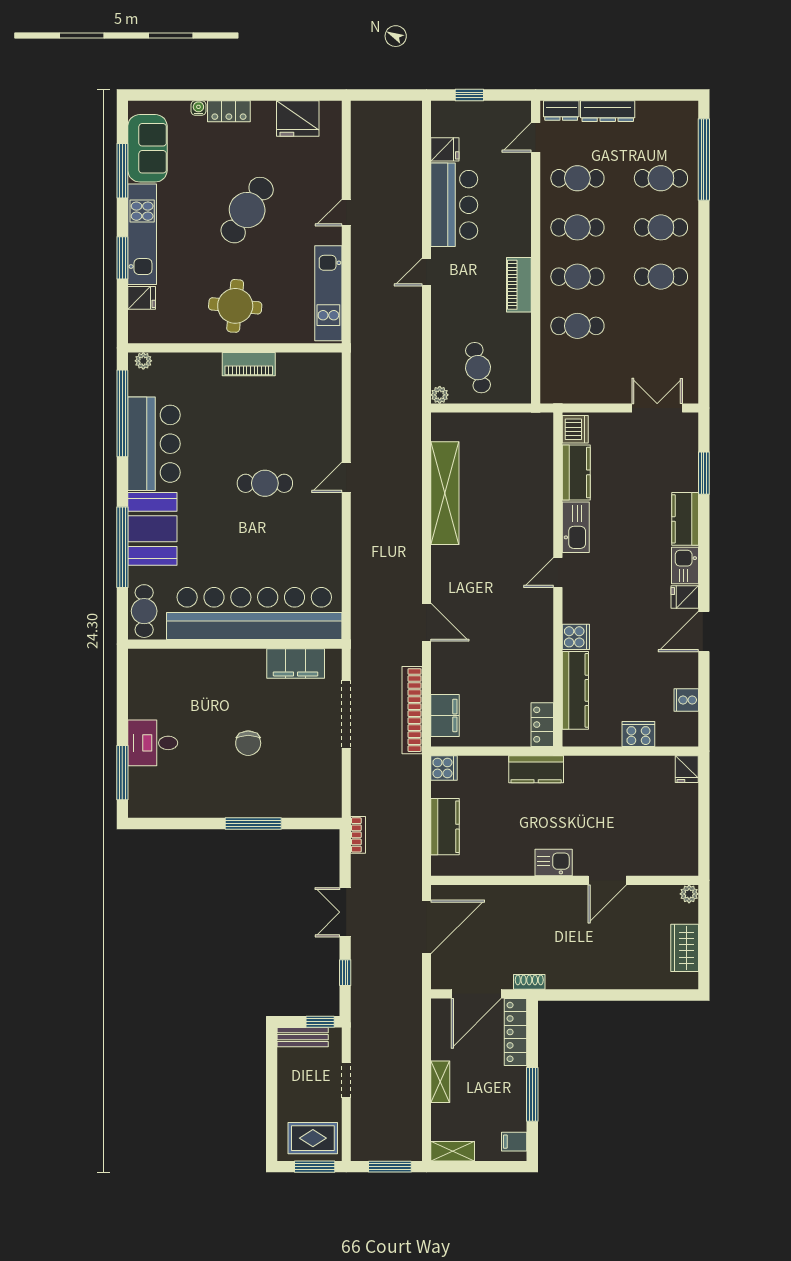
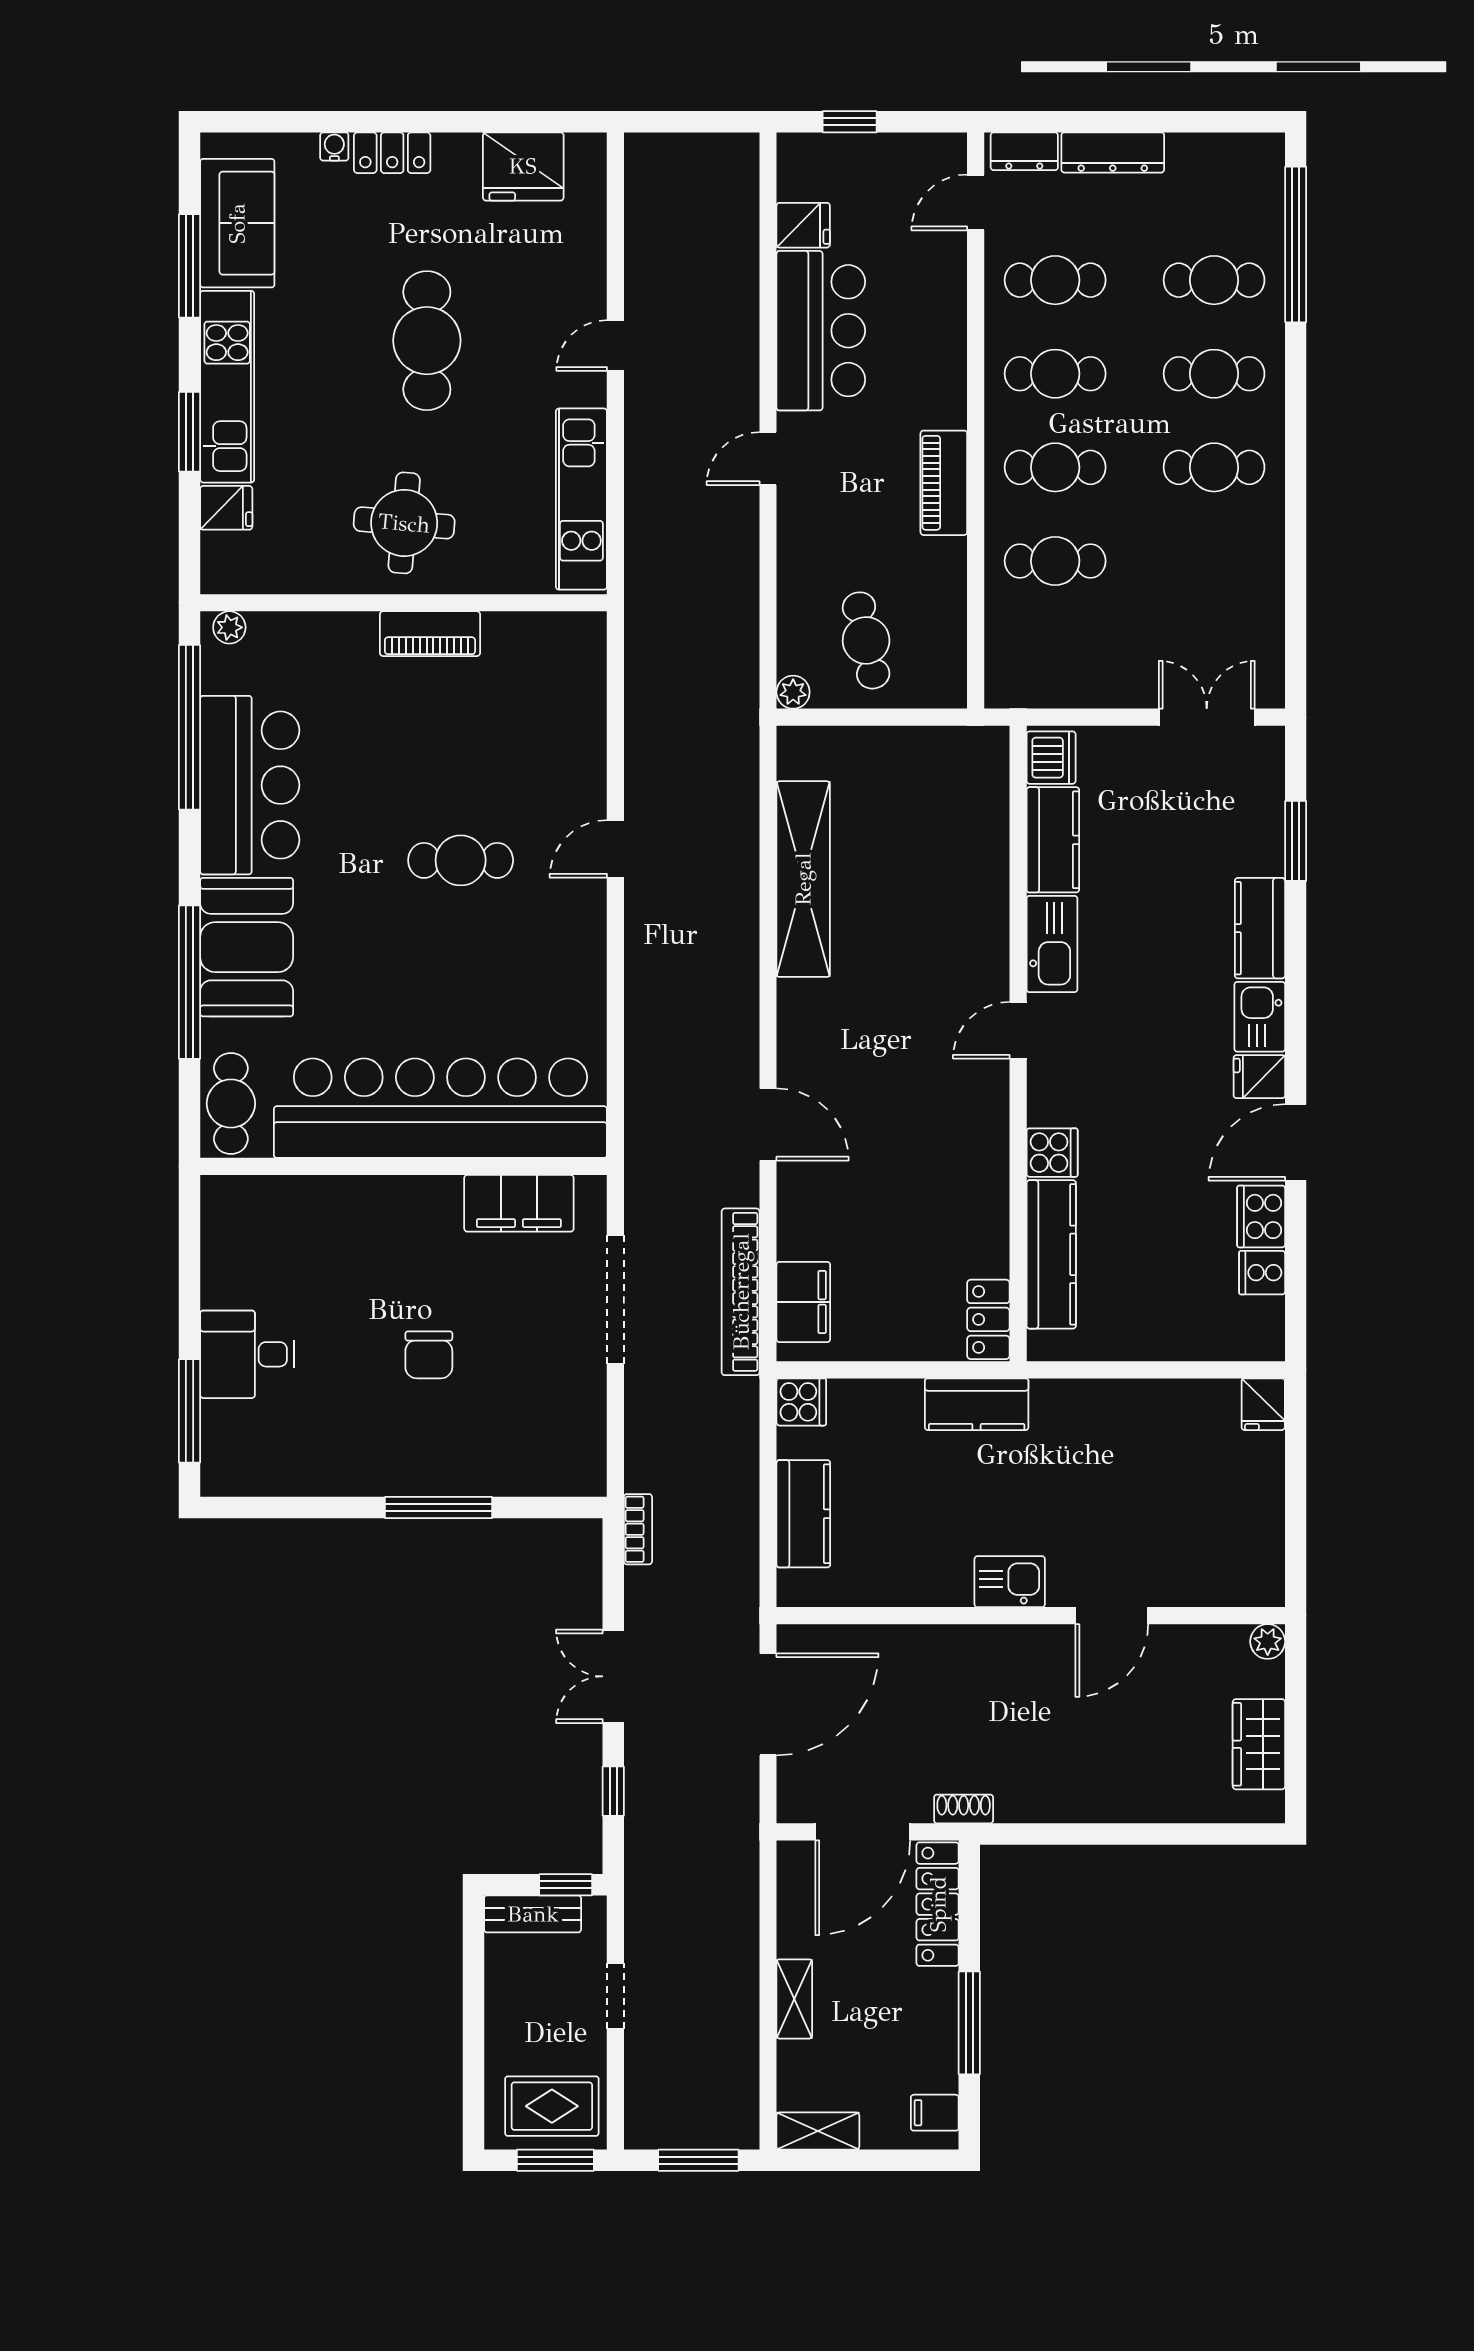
cafe table: (247, 210) -> (427, 341), turned -33
cooker: (638, 734) -> (1261, 1216), moved, turned -90

